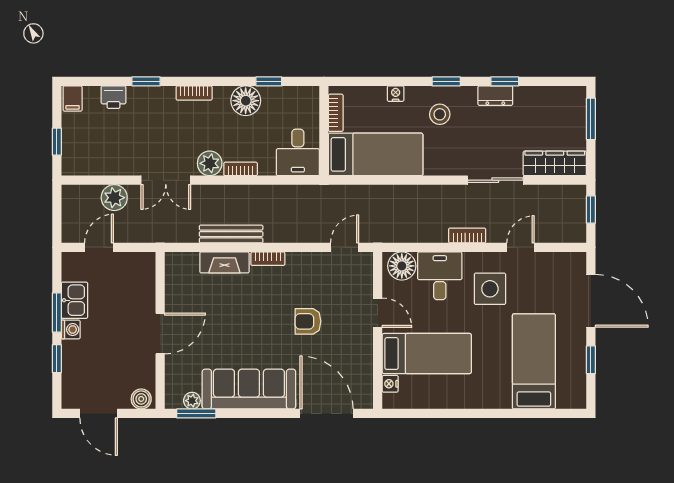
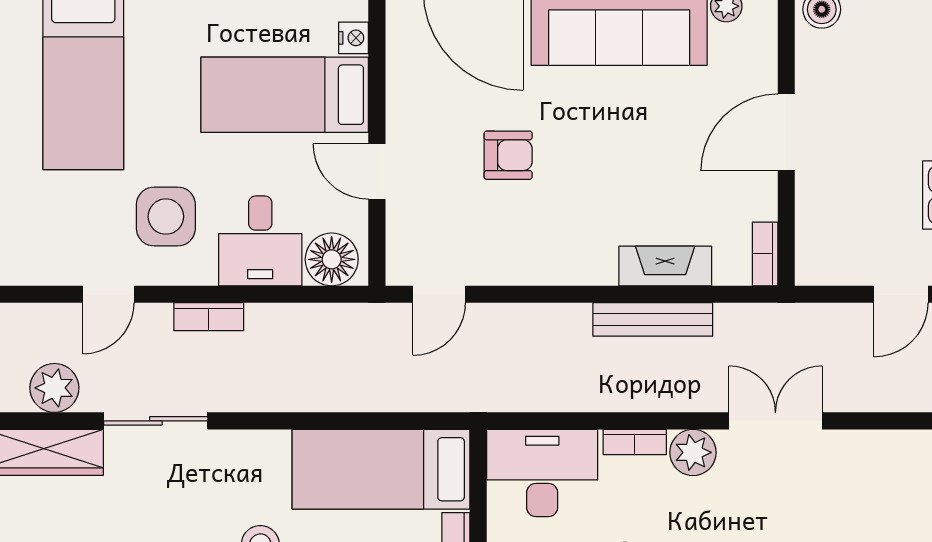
desk: (298, 152) -> (542, 473), width x1.37
plant: (114, 198) -> (54, 388), moved
bookcase: (268, 259) -> (765, 254), moved, turned -90

